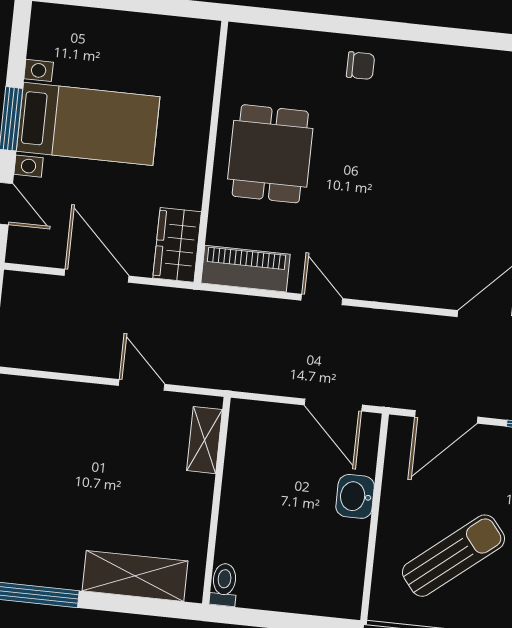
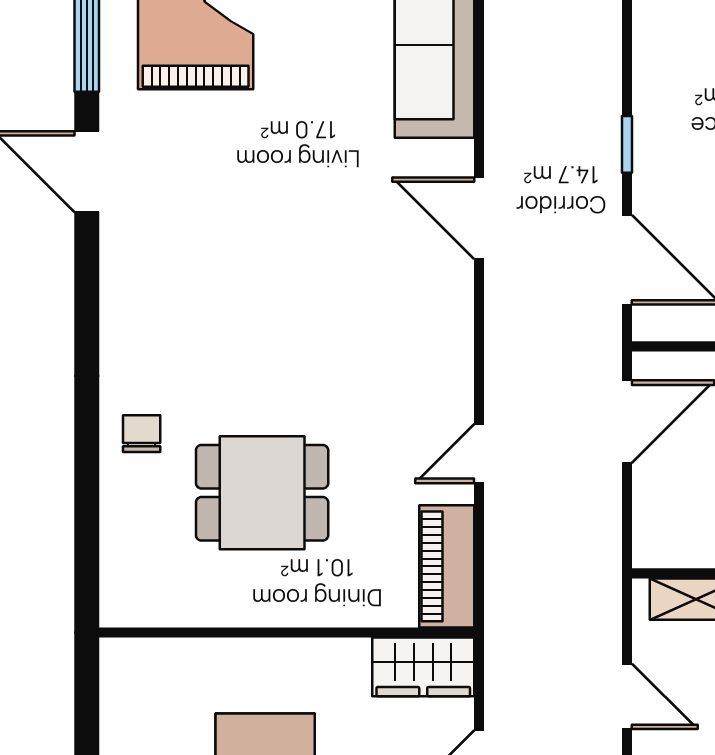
dining table: (270, 154) -> (262, 493), moved
door: (142, 385) -> (627, 696), swing flipped

